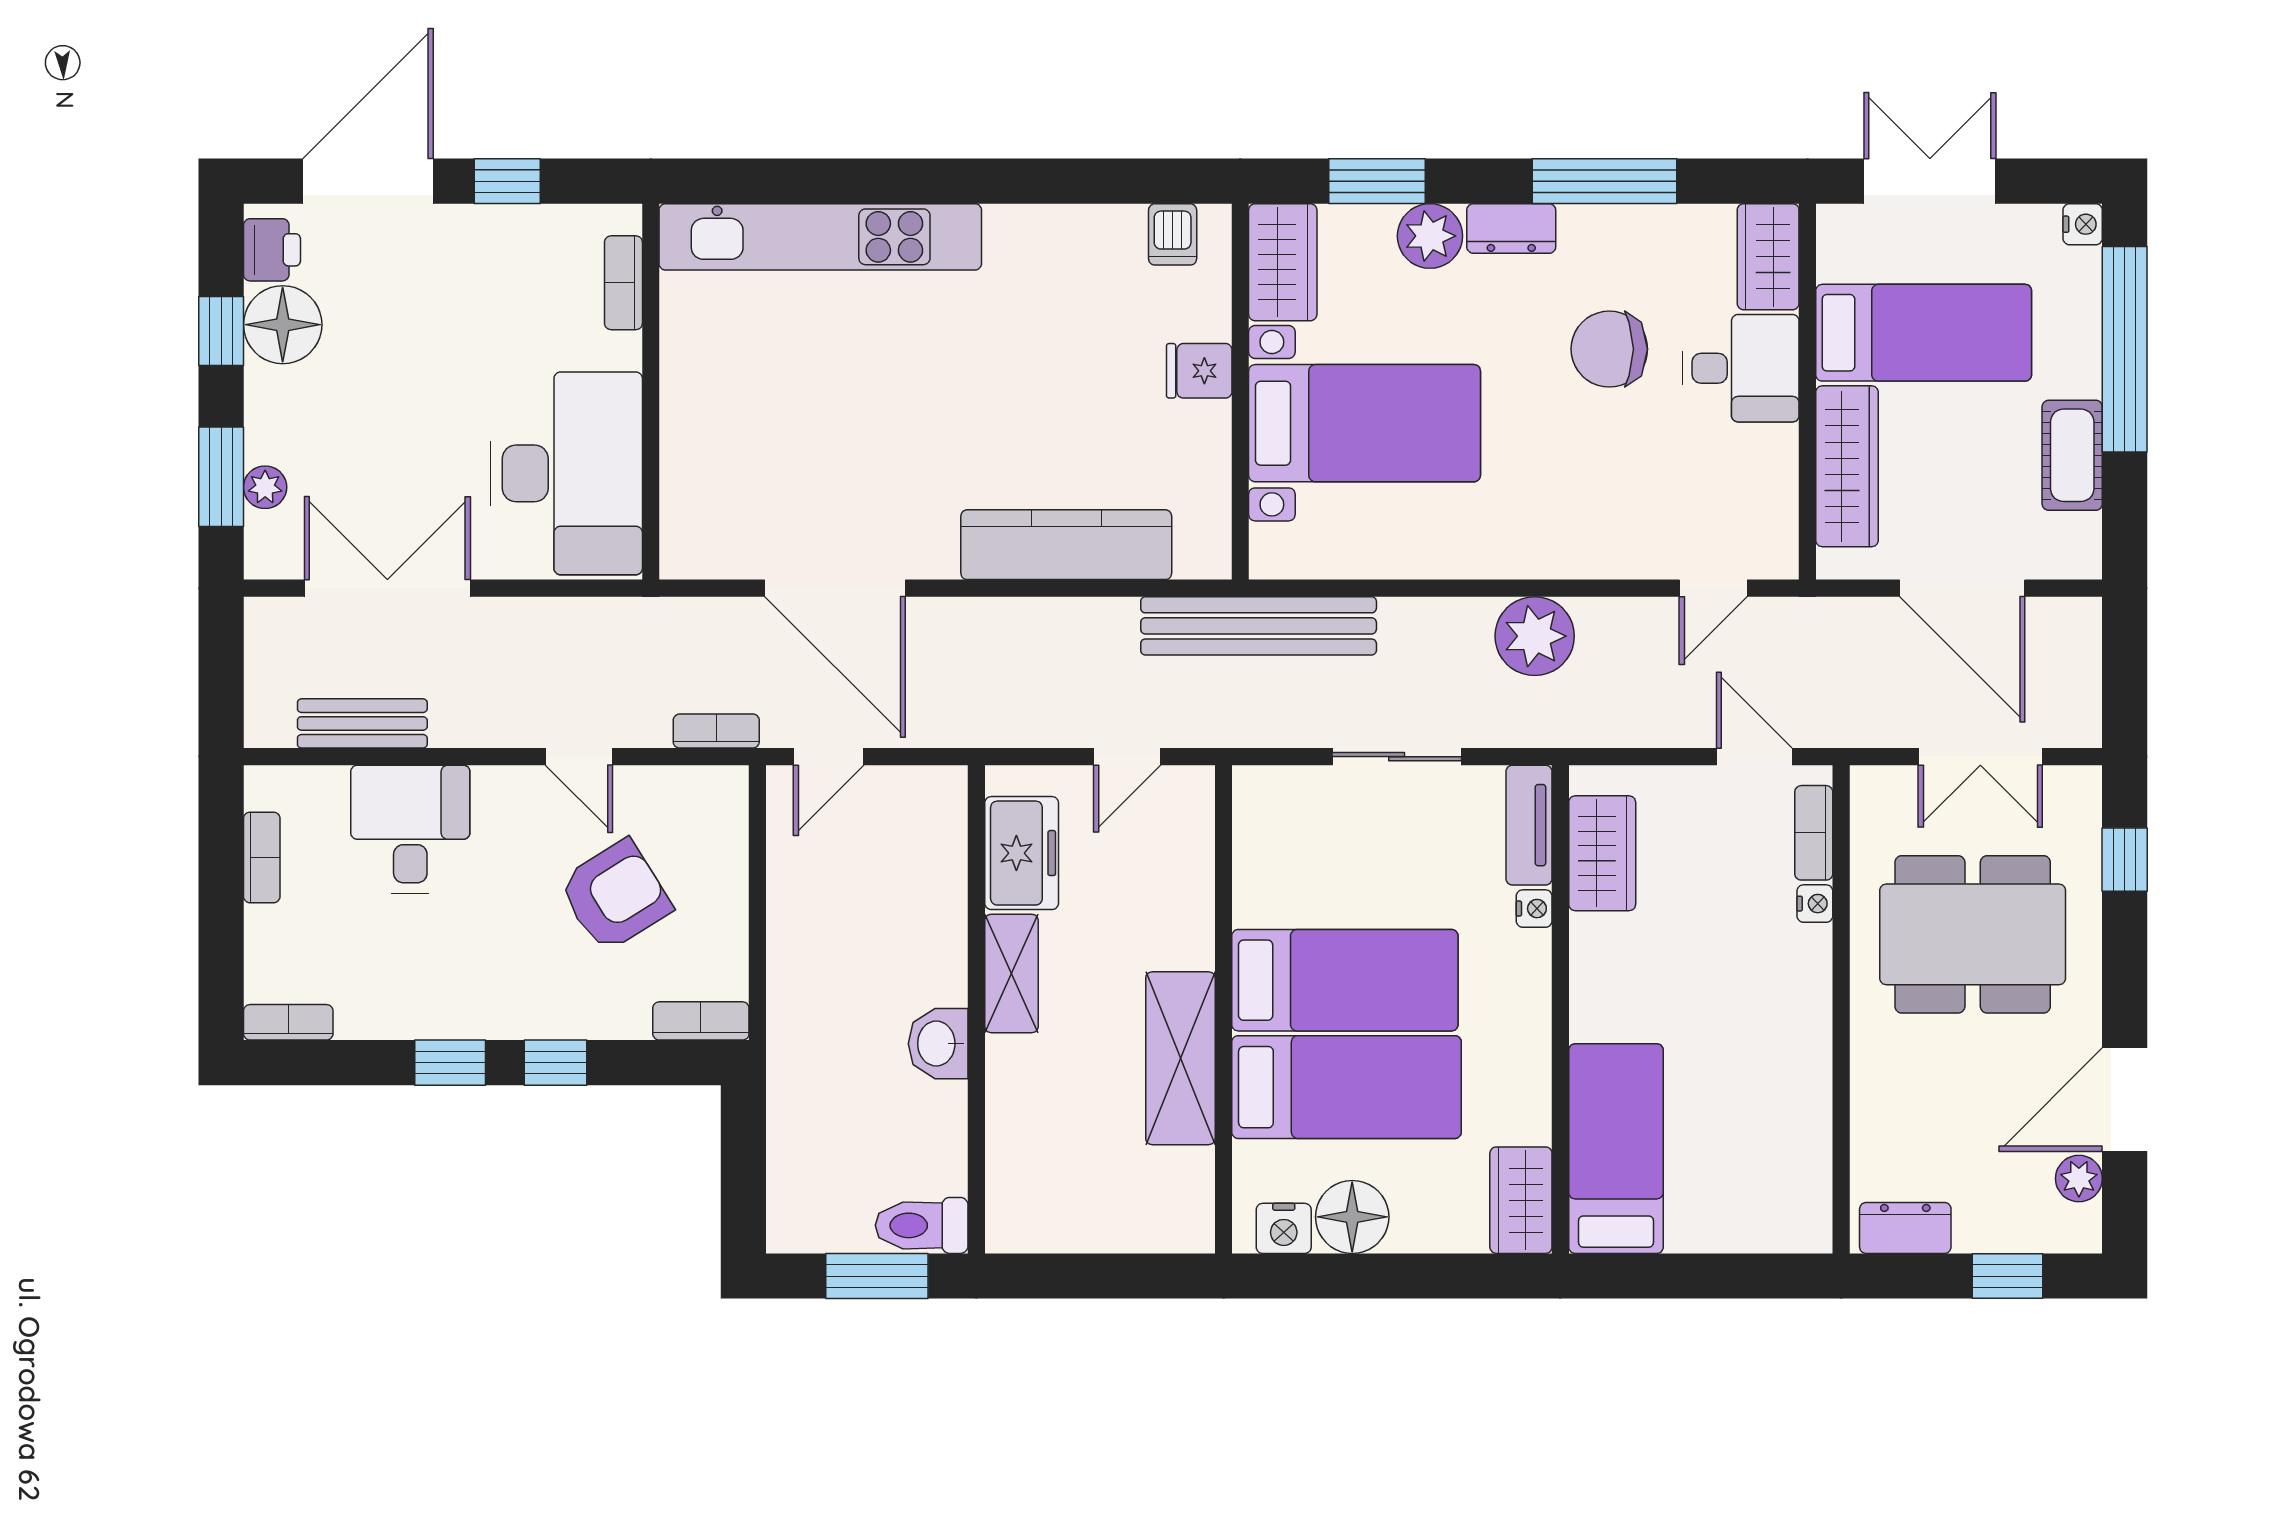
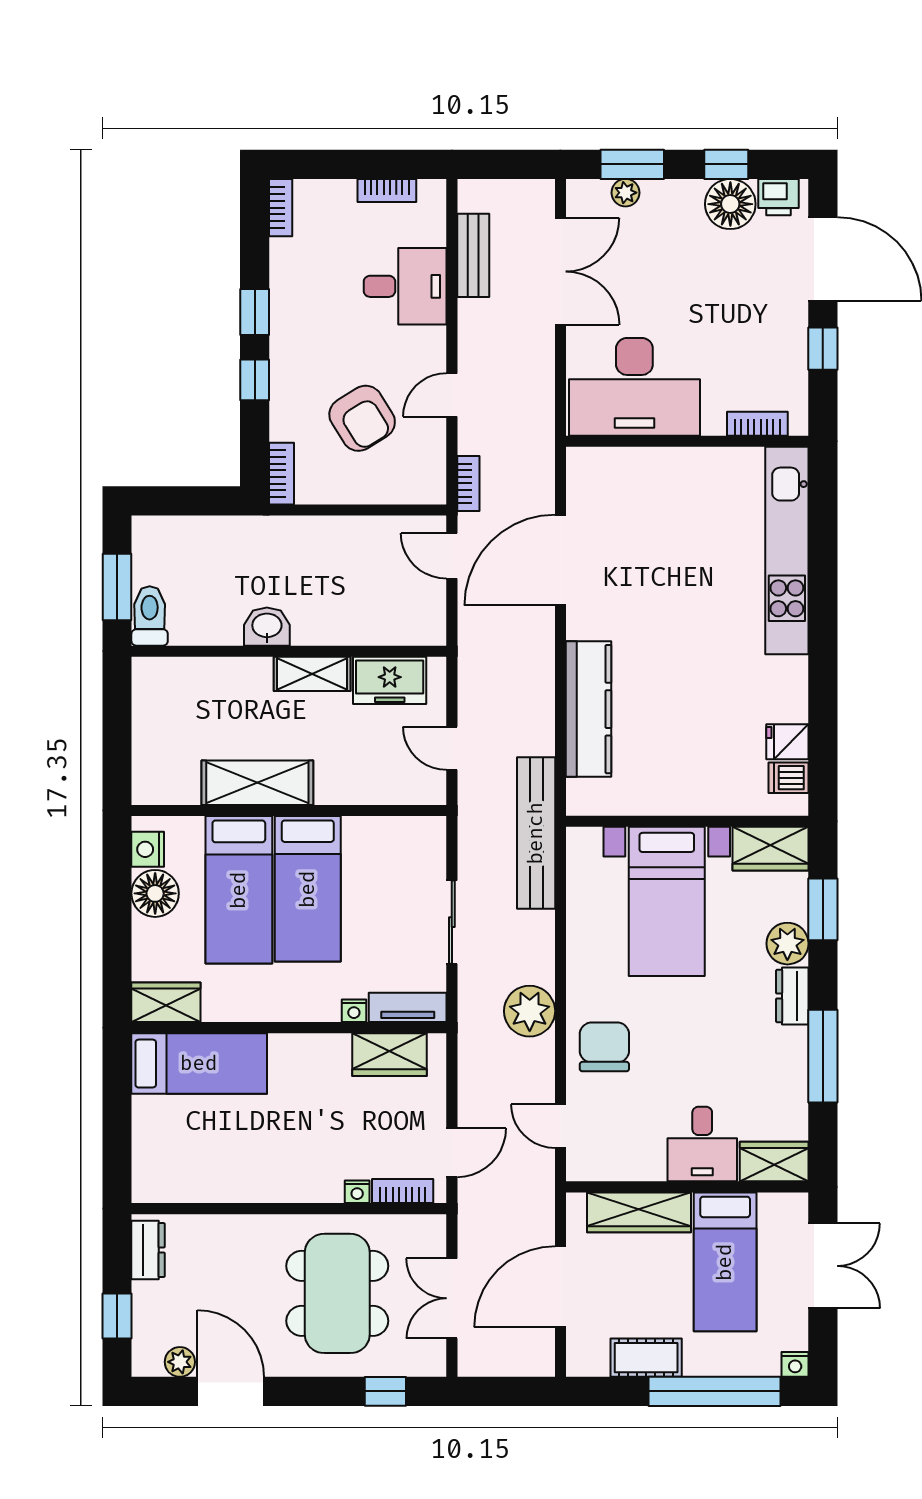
chair: (1609, 349) -> (604, 1047), moved
fridge: (1199, 371) -> (787, 742), moved, turned -90

